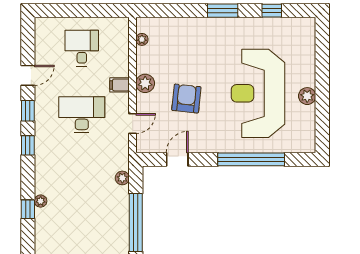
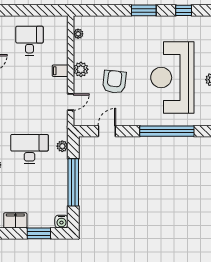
desk: (82, 115) -> (29, 149), moved

